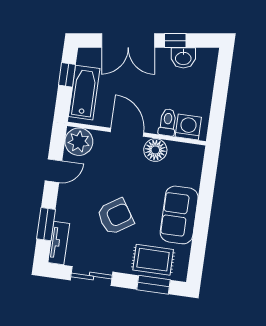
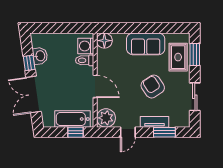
double door: (128, 40) -> (34, 94), swing flipped
window: (67, 75) -> (76, 132), moved
door: (127, 132) -> (95, 86), swing flipped
floor lamp: (155, 150) -> (104, 41), moved
door: (54, 171) -> (128, 132), swing flipped
tv unit: (59, 243) -> (155, 122), moved

